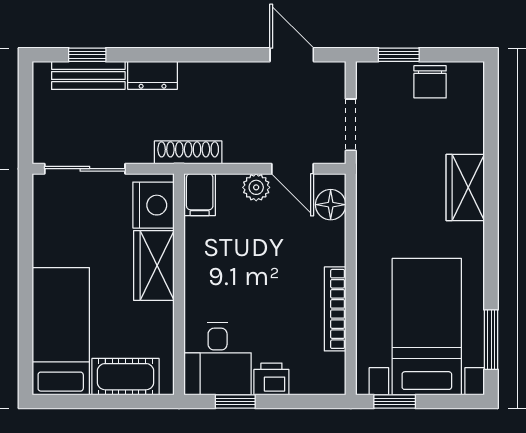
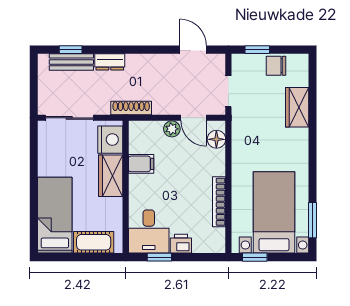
chair: (430, 82) -> (276, 66), turned 90
wardrobe: (465, 187) -> (297, 107), moved
filing cabinet: (200, 195) -> (141, 164), moved, turned -90

